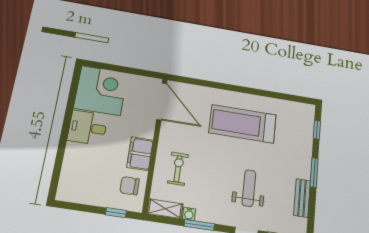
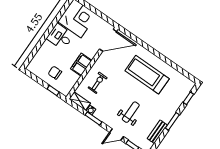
door: (162, 101) -> (108, 40), hinge flipped
chair: (130, 186) -> (55, 73), moved

